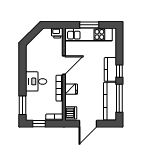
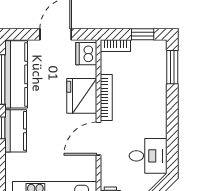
desk: (36, 81) -> (148, 156), moved
fridge: (71, 89) -> (82, 96), width x1.88, depth x1.34

